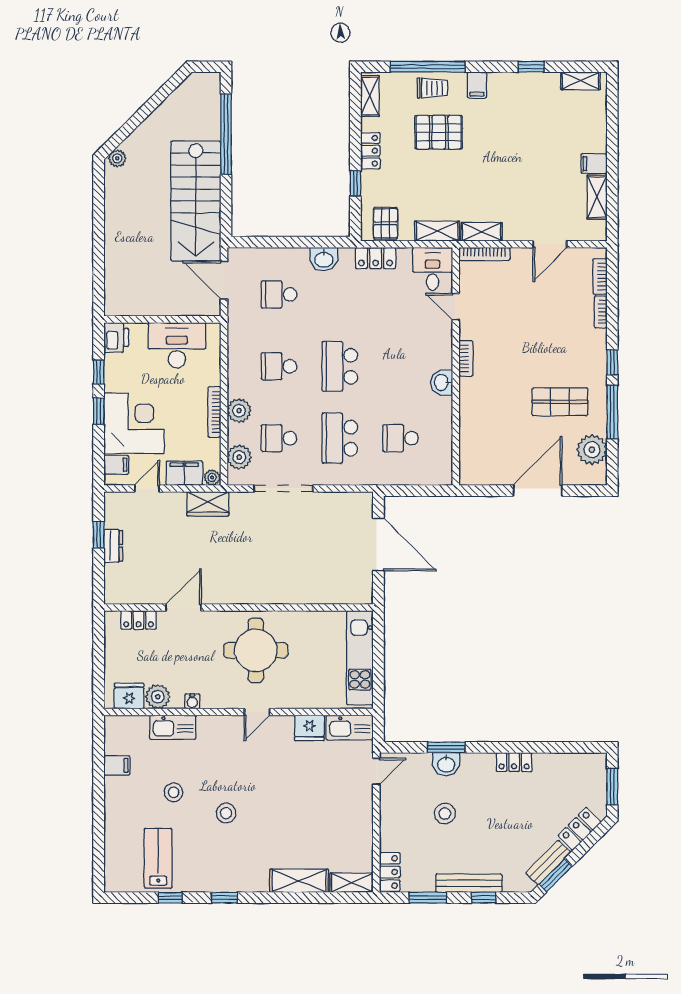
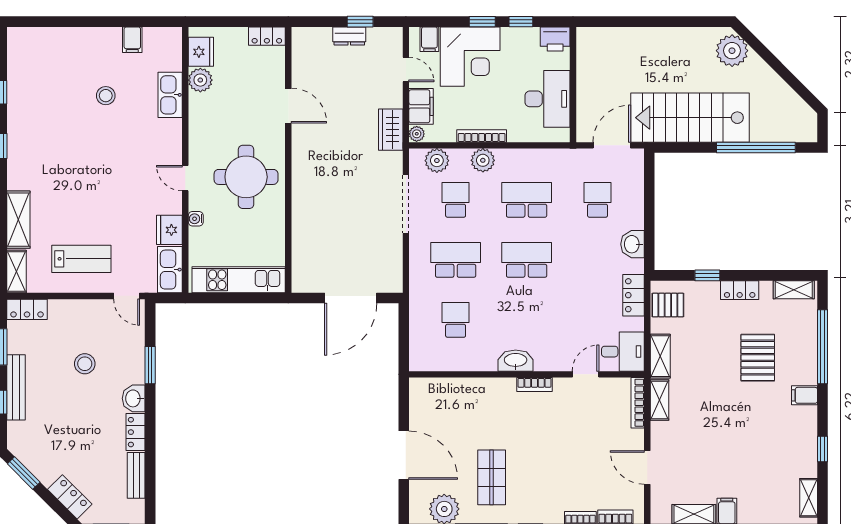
trolley: (432, 88) -> (802, 351), removed
plant: (117, 158) -> (732, 51), width x1.87, depth x1.87
school desk: (279, 366) -> (527, 200), width x1.85
washbasin: (442, 382) -> (516, 361), width x1.38
locker: (139, 620) -> (267, 36), moved, turned -90
water cooler: (192, 701) -> (196, 219), moved
washbasin: (446, 764) -> (134, 398), moved
stool: (226, 813) -> (85, 148), removed
lab bench: (158, 858) -> (81, 259), moved
bench: (548, 863) -> (136, 475), moved, turned 45

